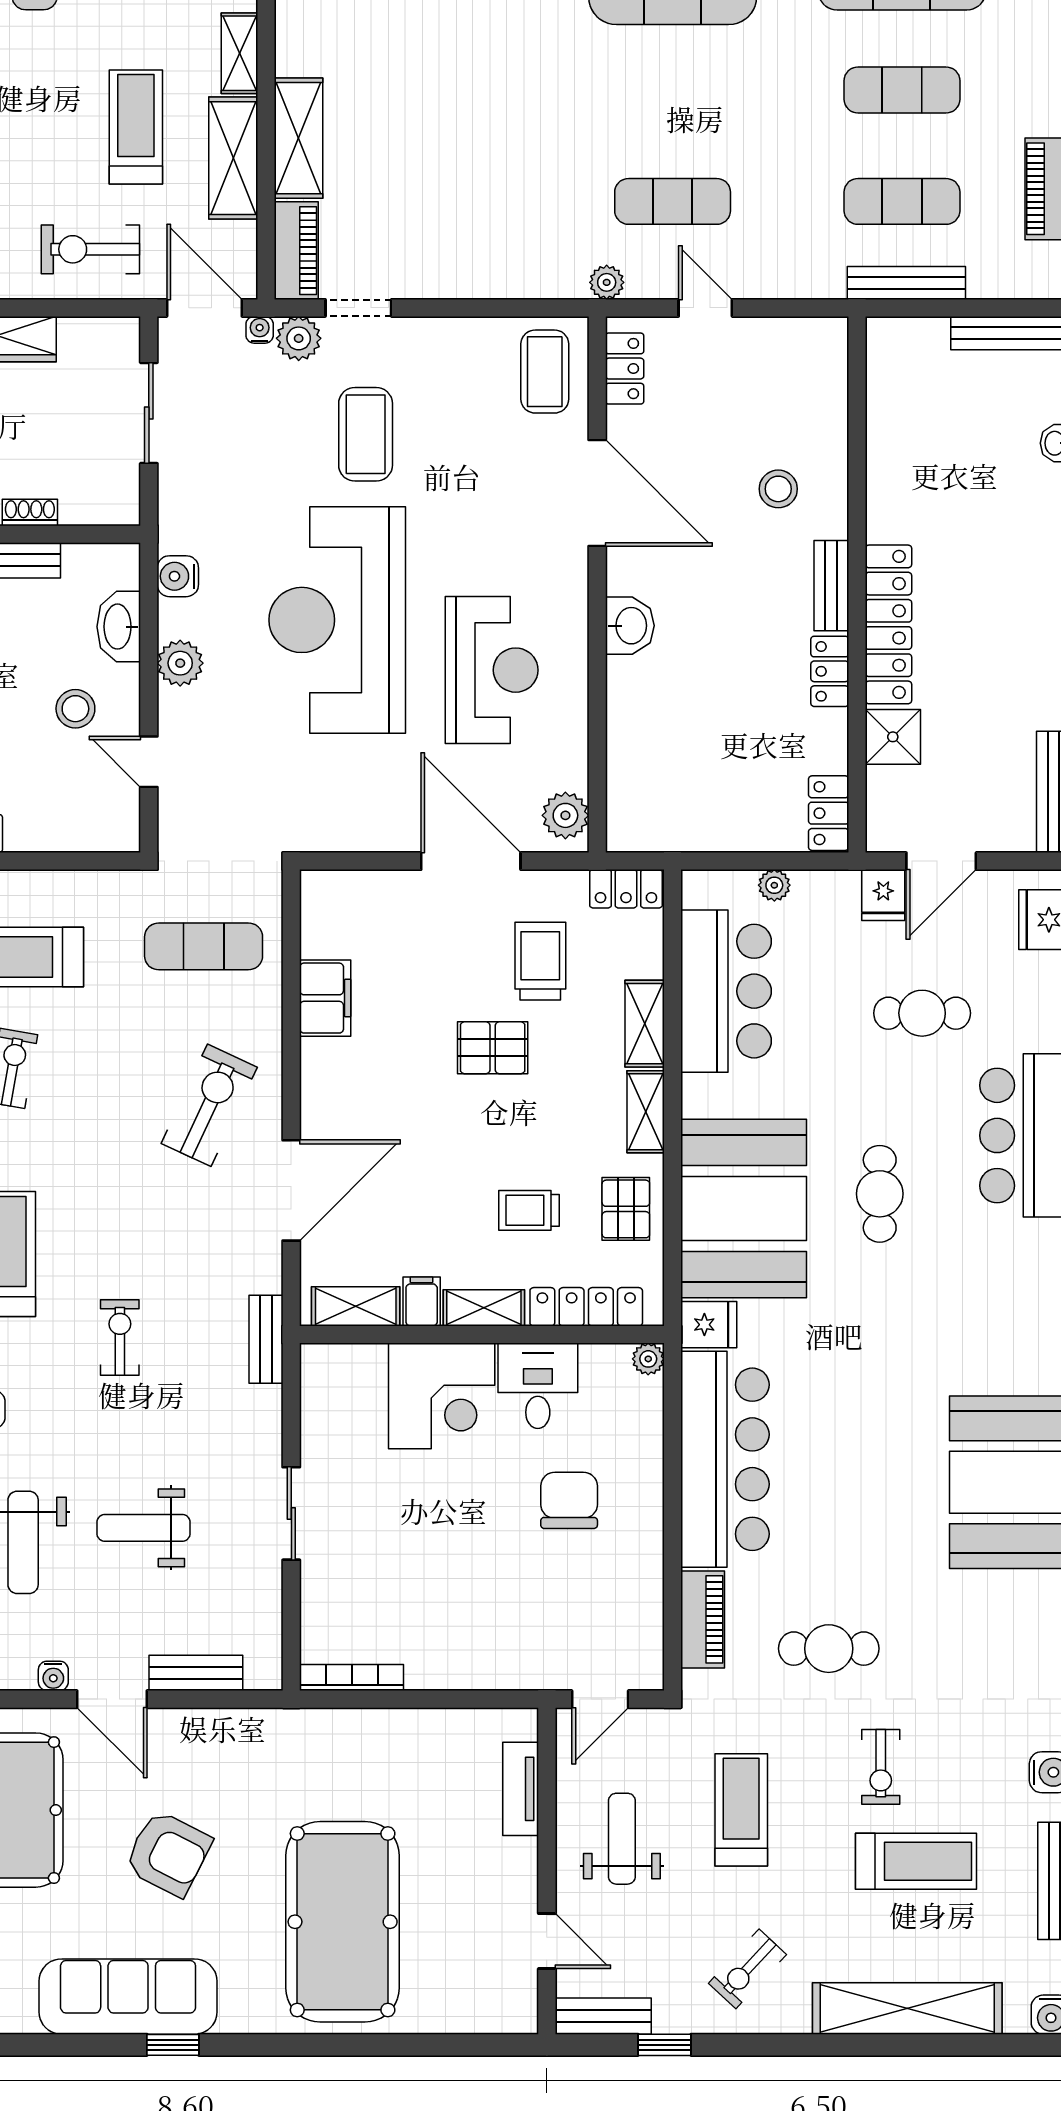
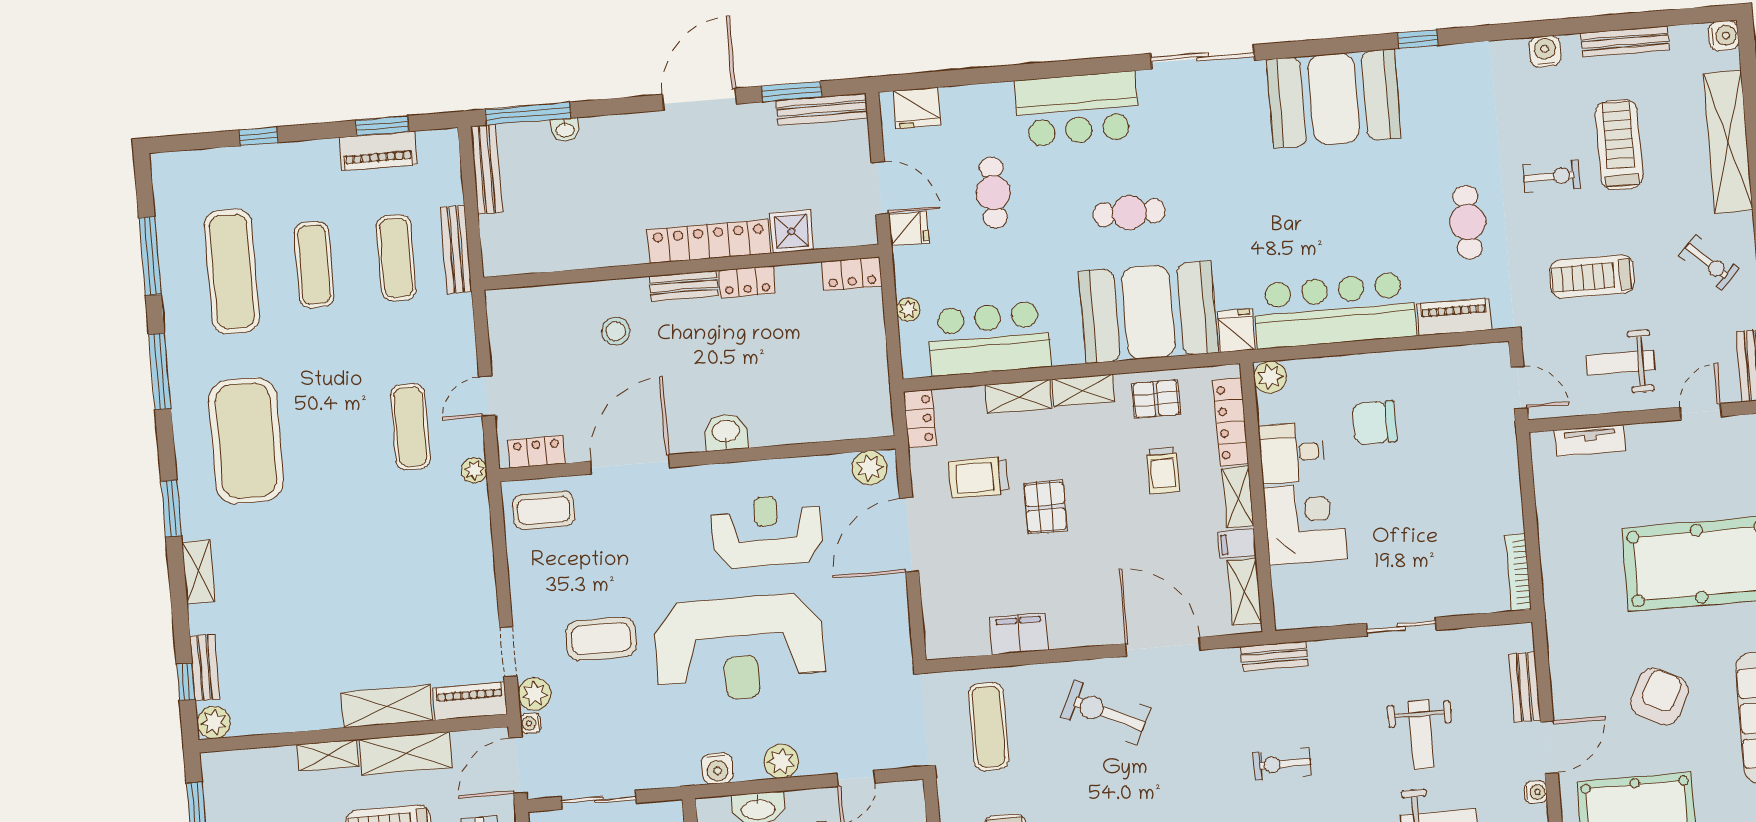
plant: (648, 1359) -> (1270, 377), width x1.38, depth x1.38

